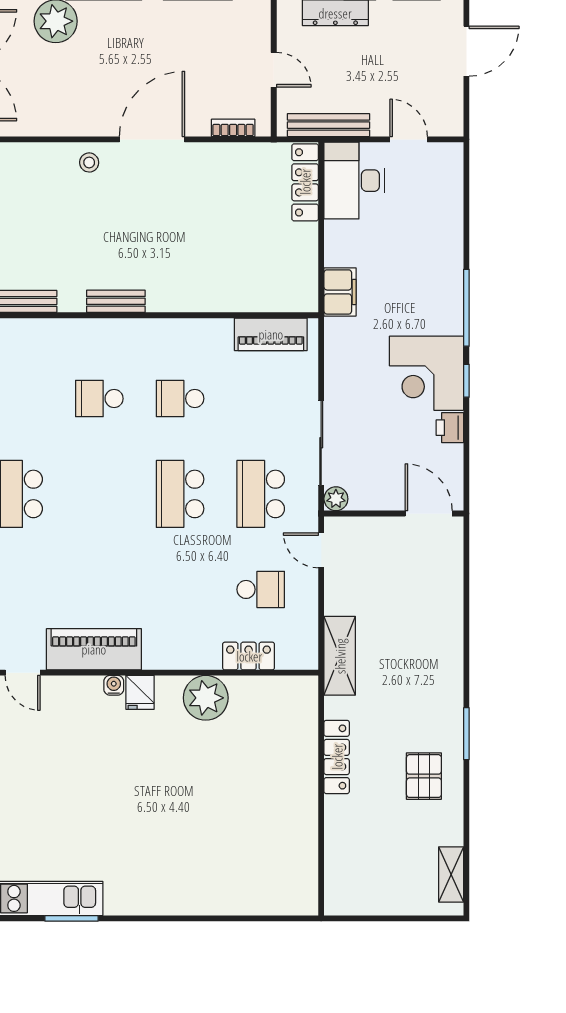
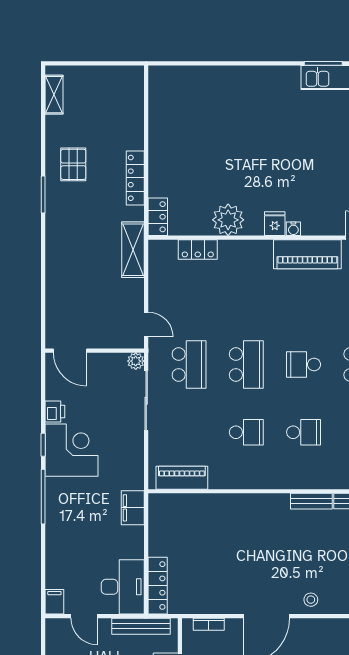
filing cabinet: (451, 160) -> (54, 602), added
bench: (116, 301) -> (311, 501), moved
school desk: (261, 589) -> (304, 364), moved
locker: (305, 702) -> (158, 217), added

